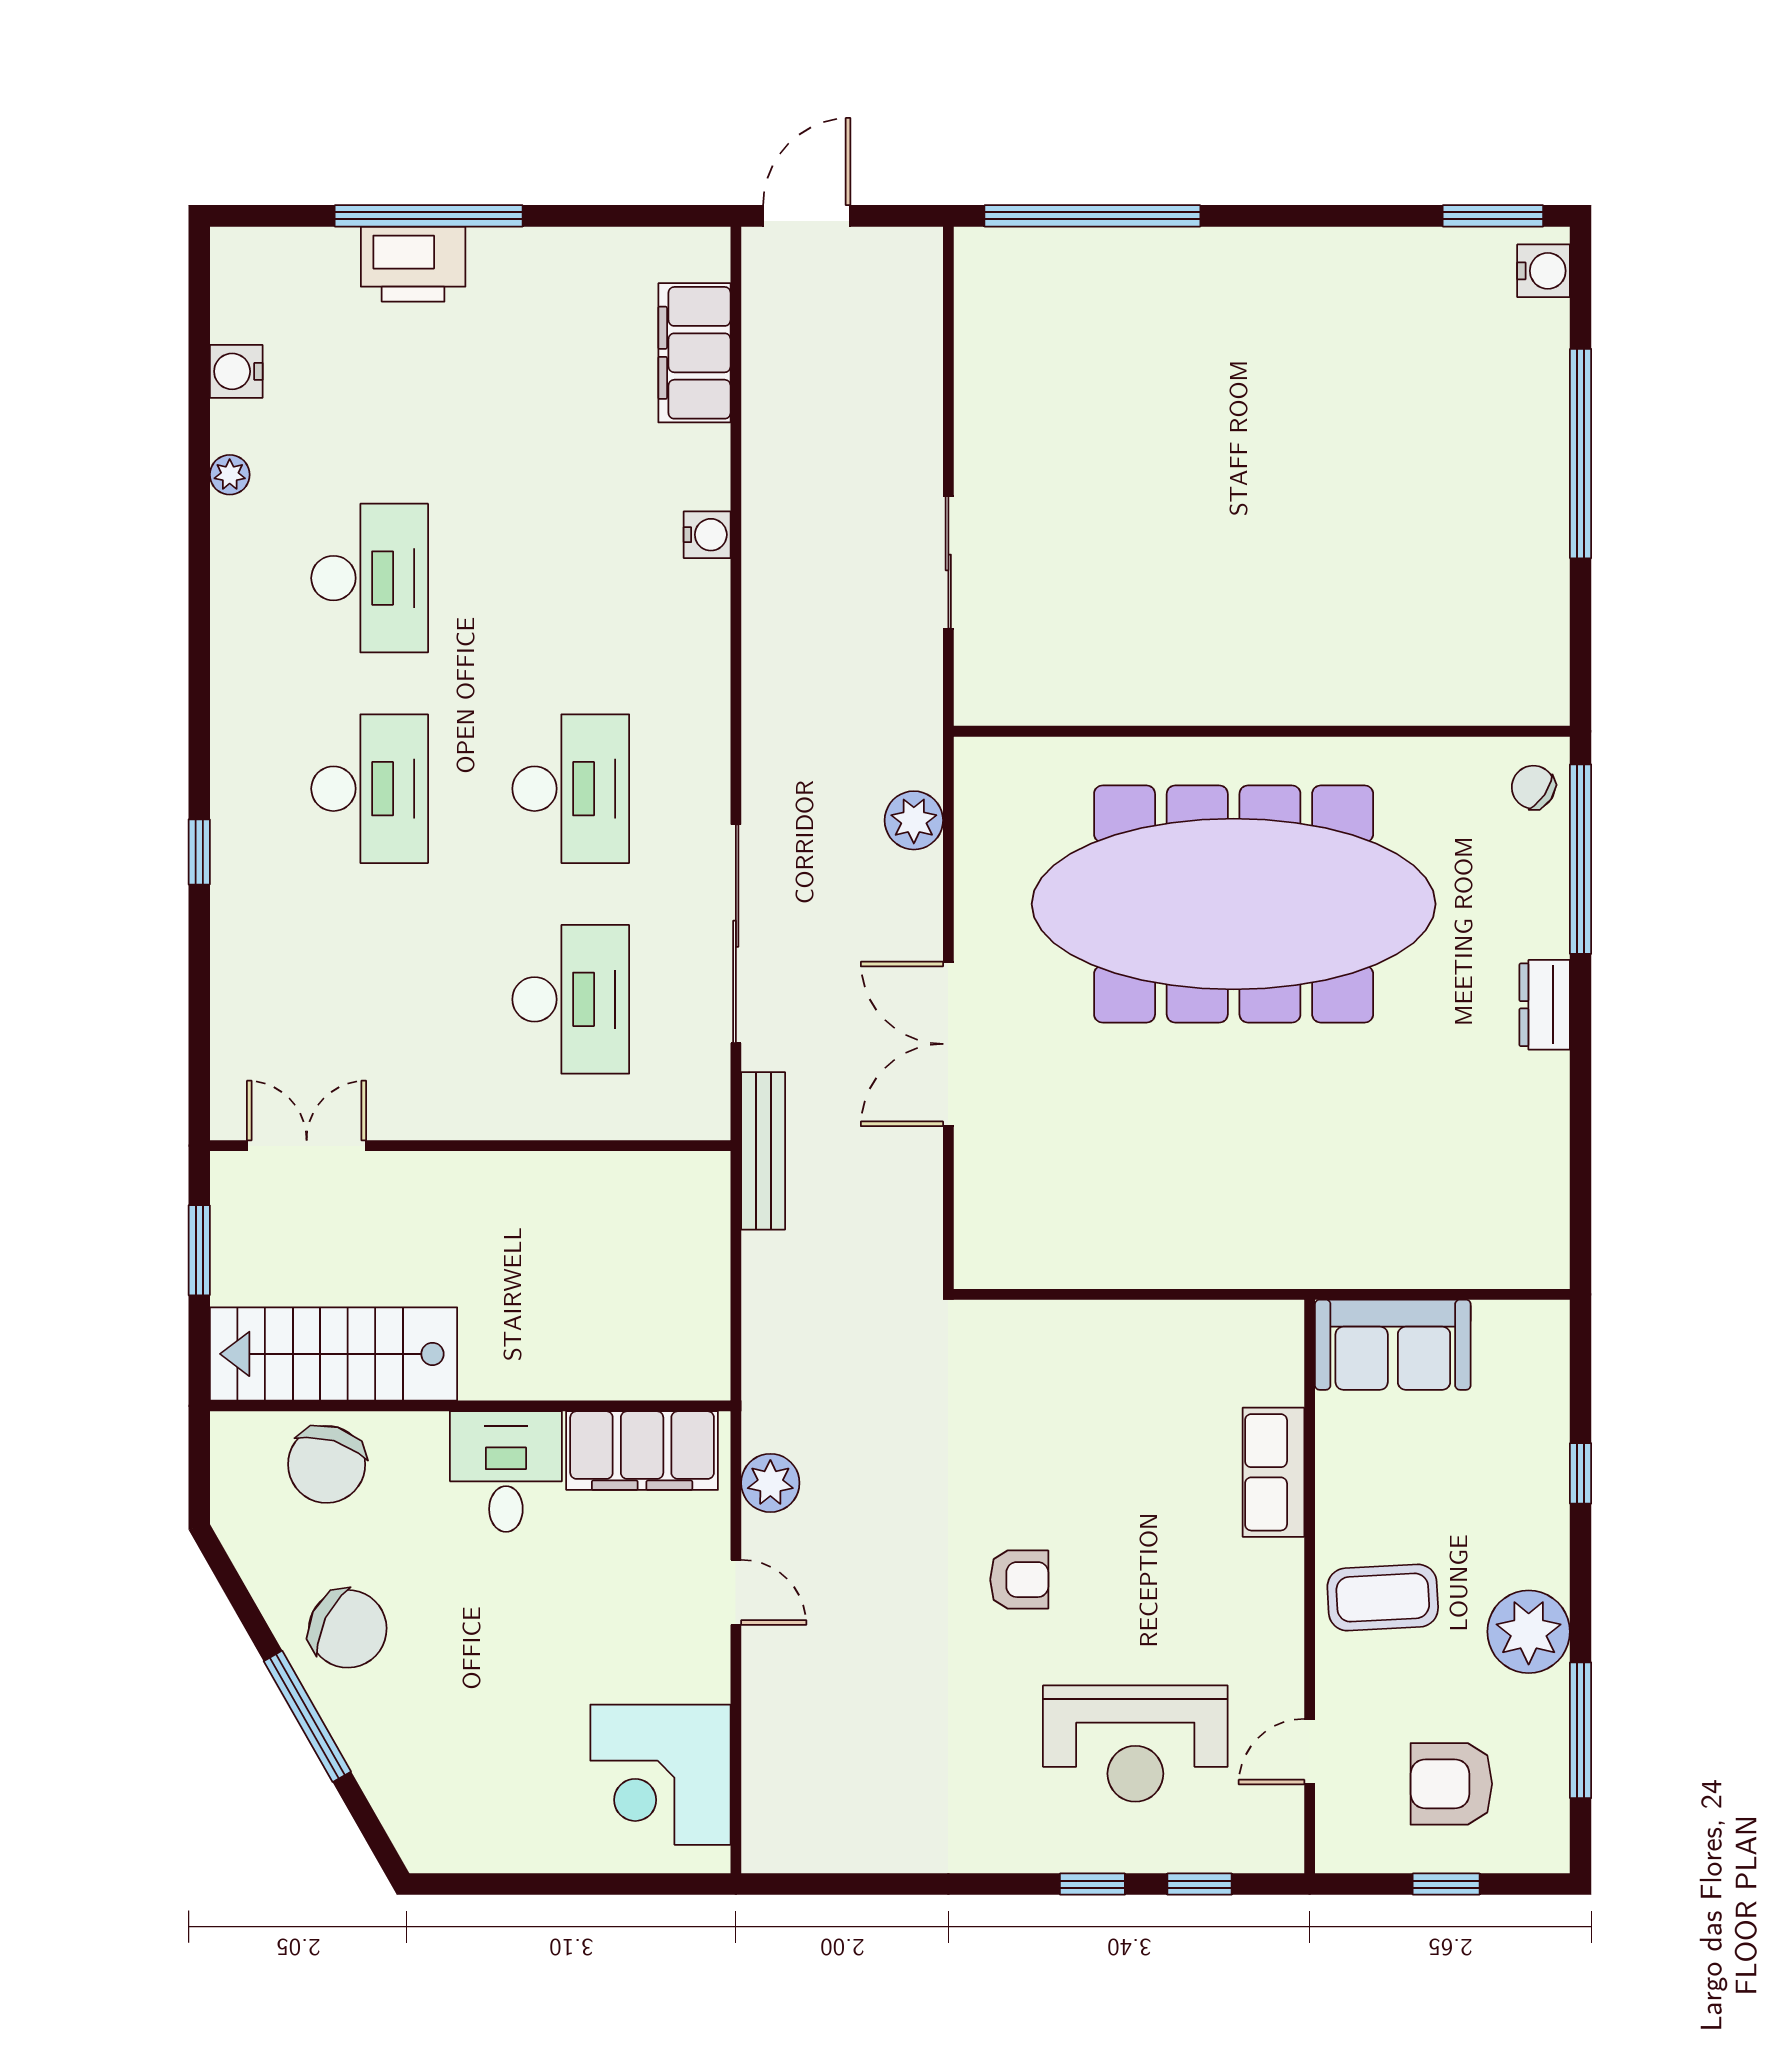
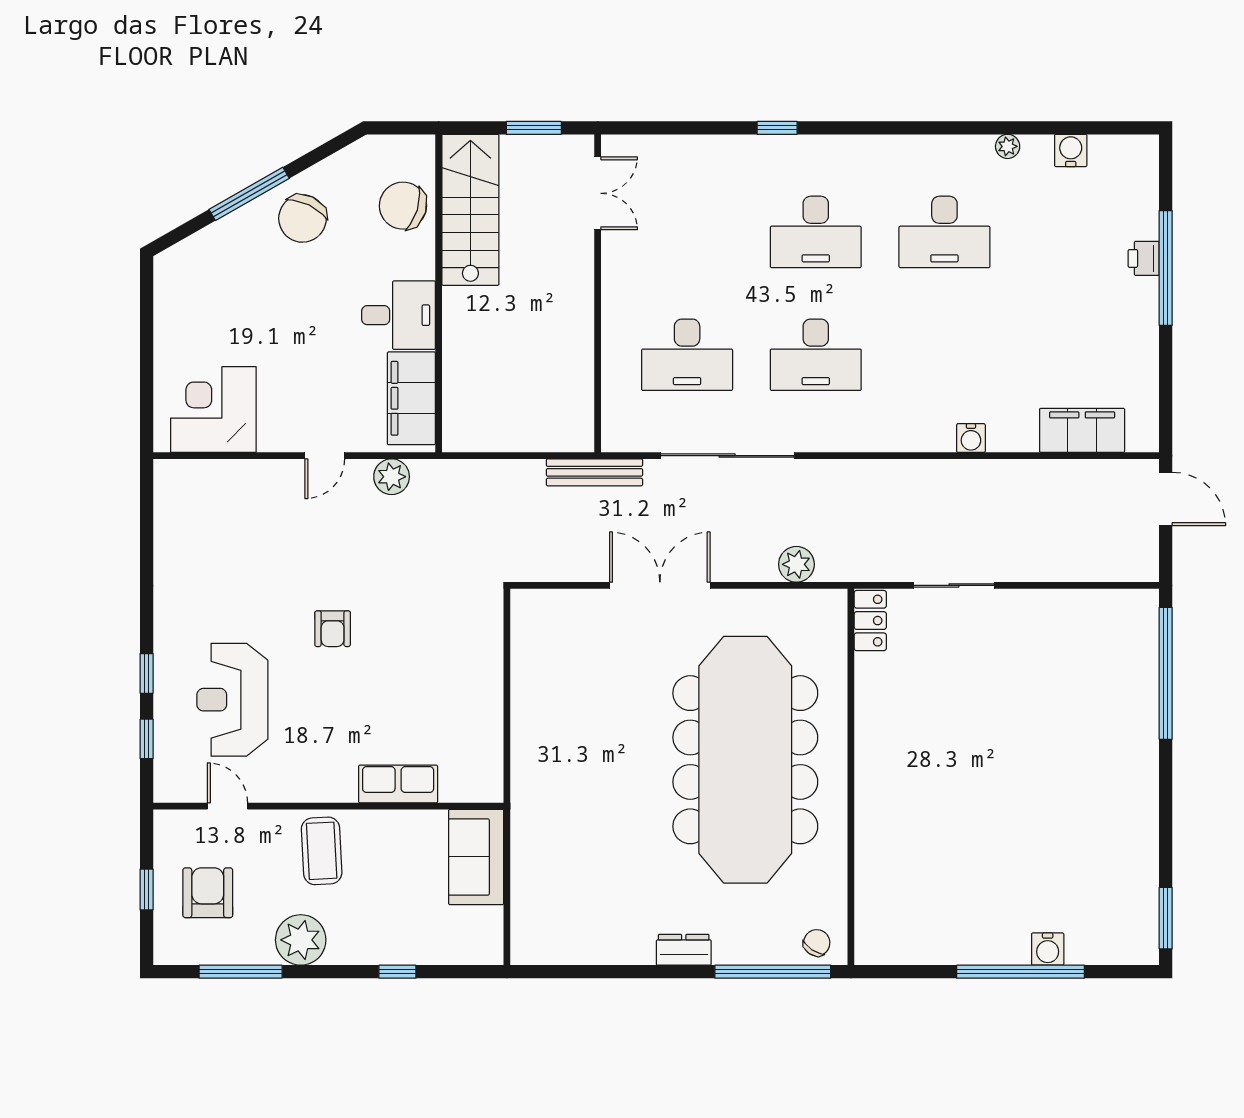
printer: (413, 264) -> (1144, 258), width x0.53, depth x0.68
water cooler: (1544, 271) -> (1048, 949), moved
locker: (1006, 700) -> (870, 621), added

